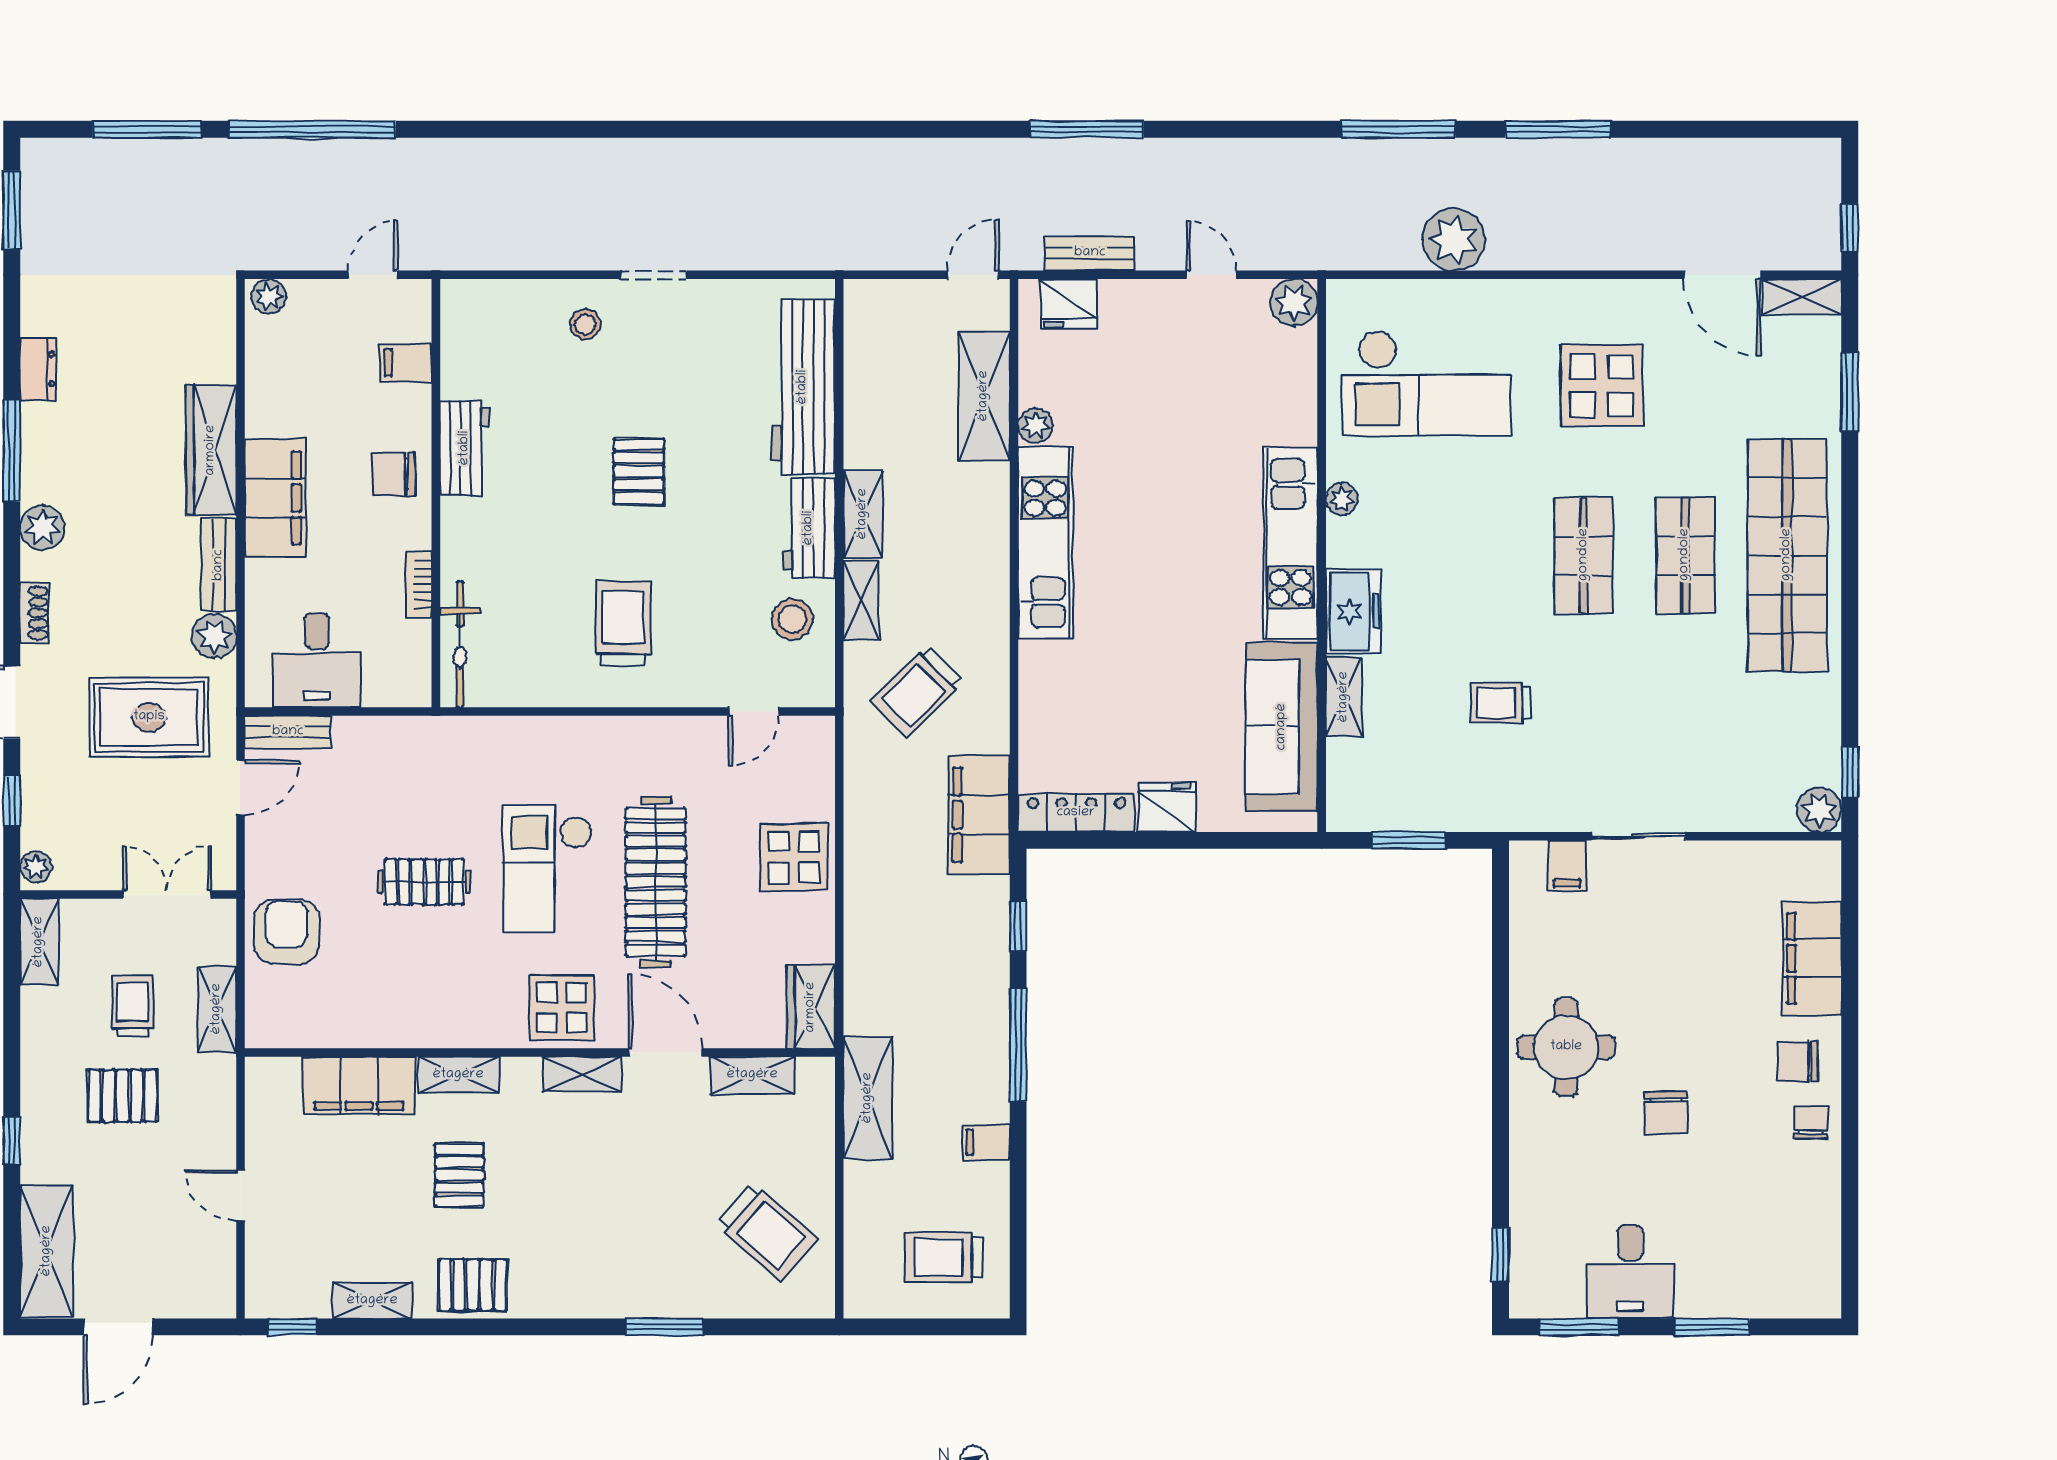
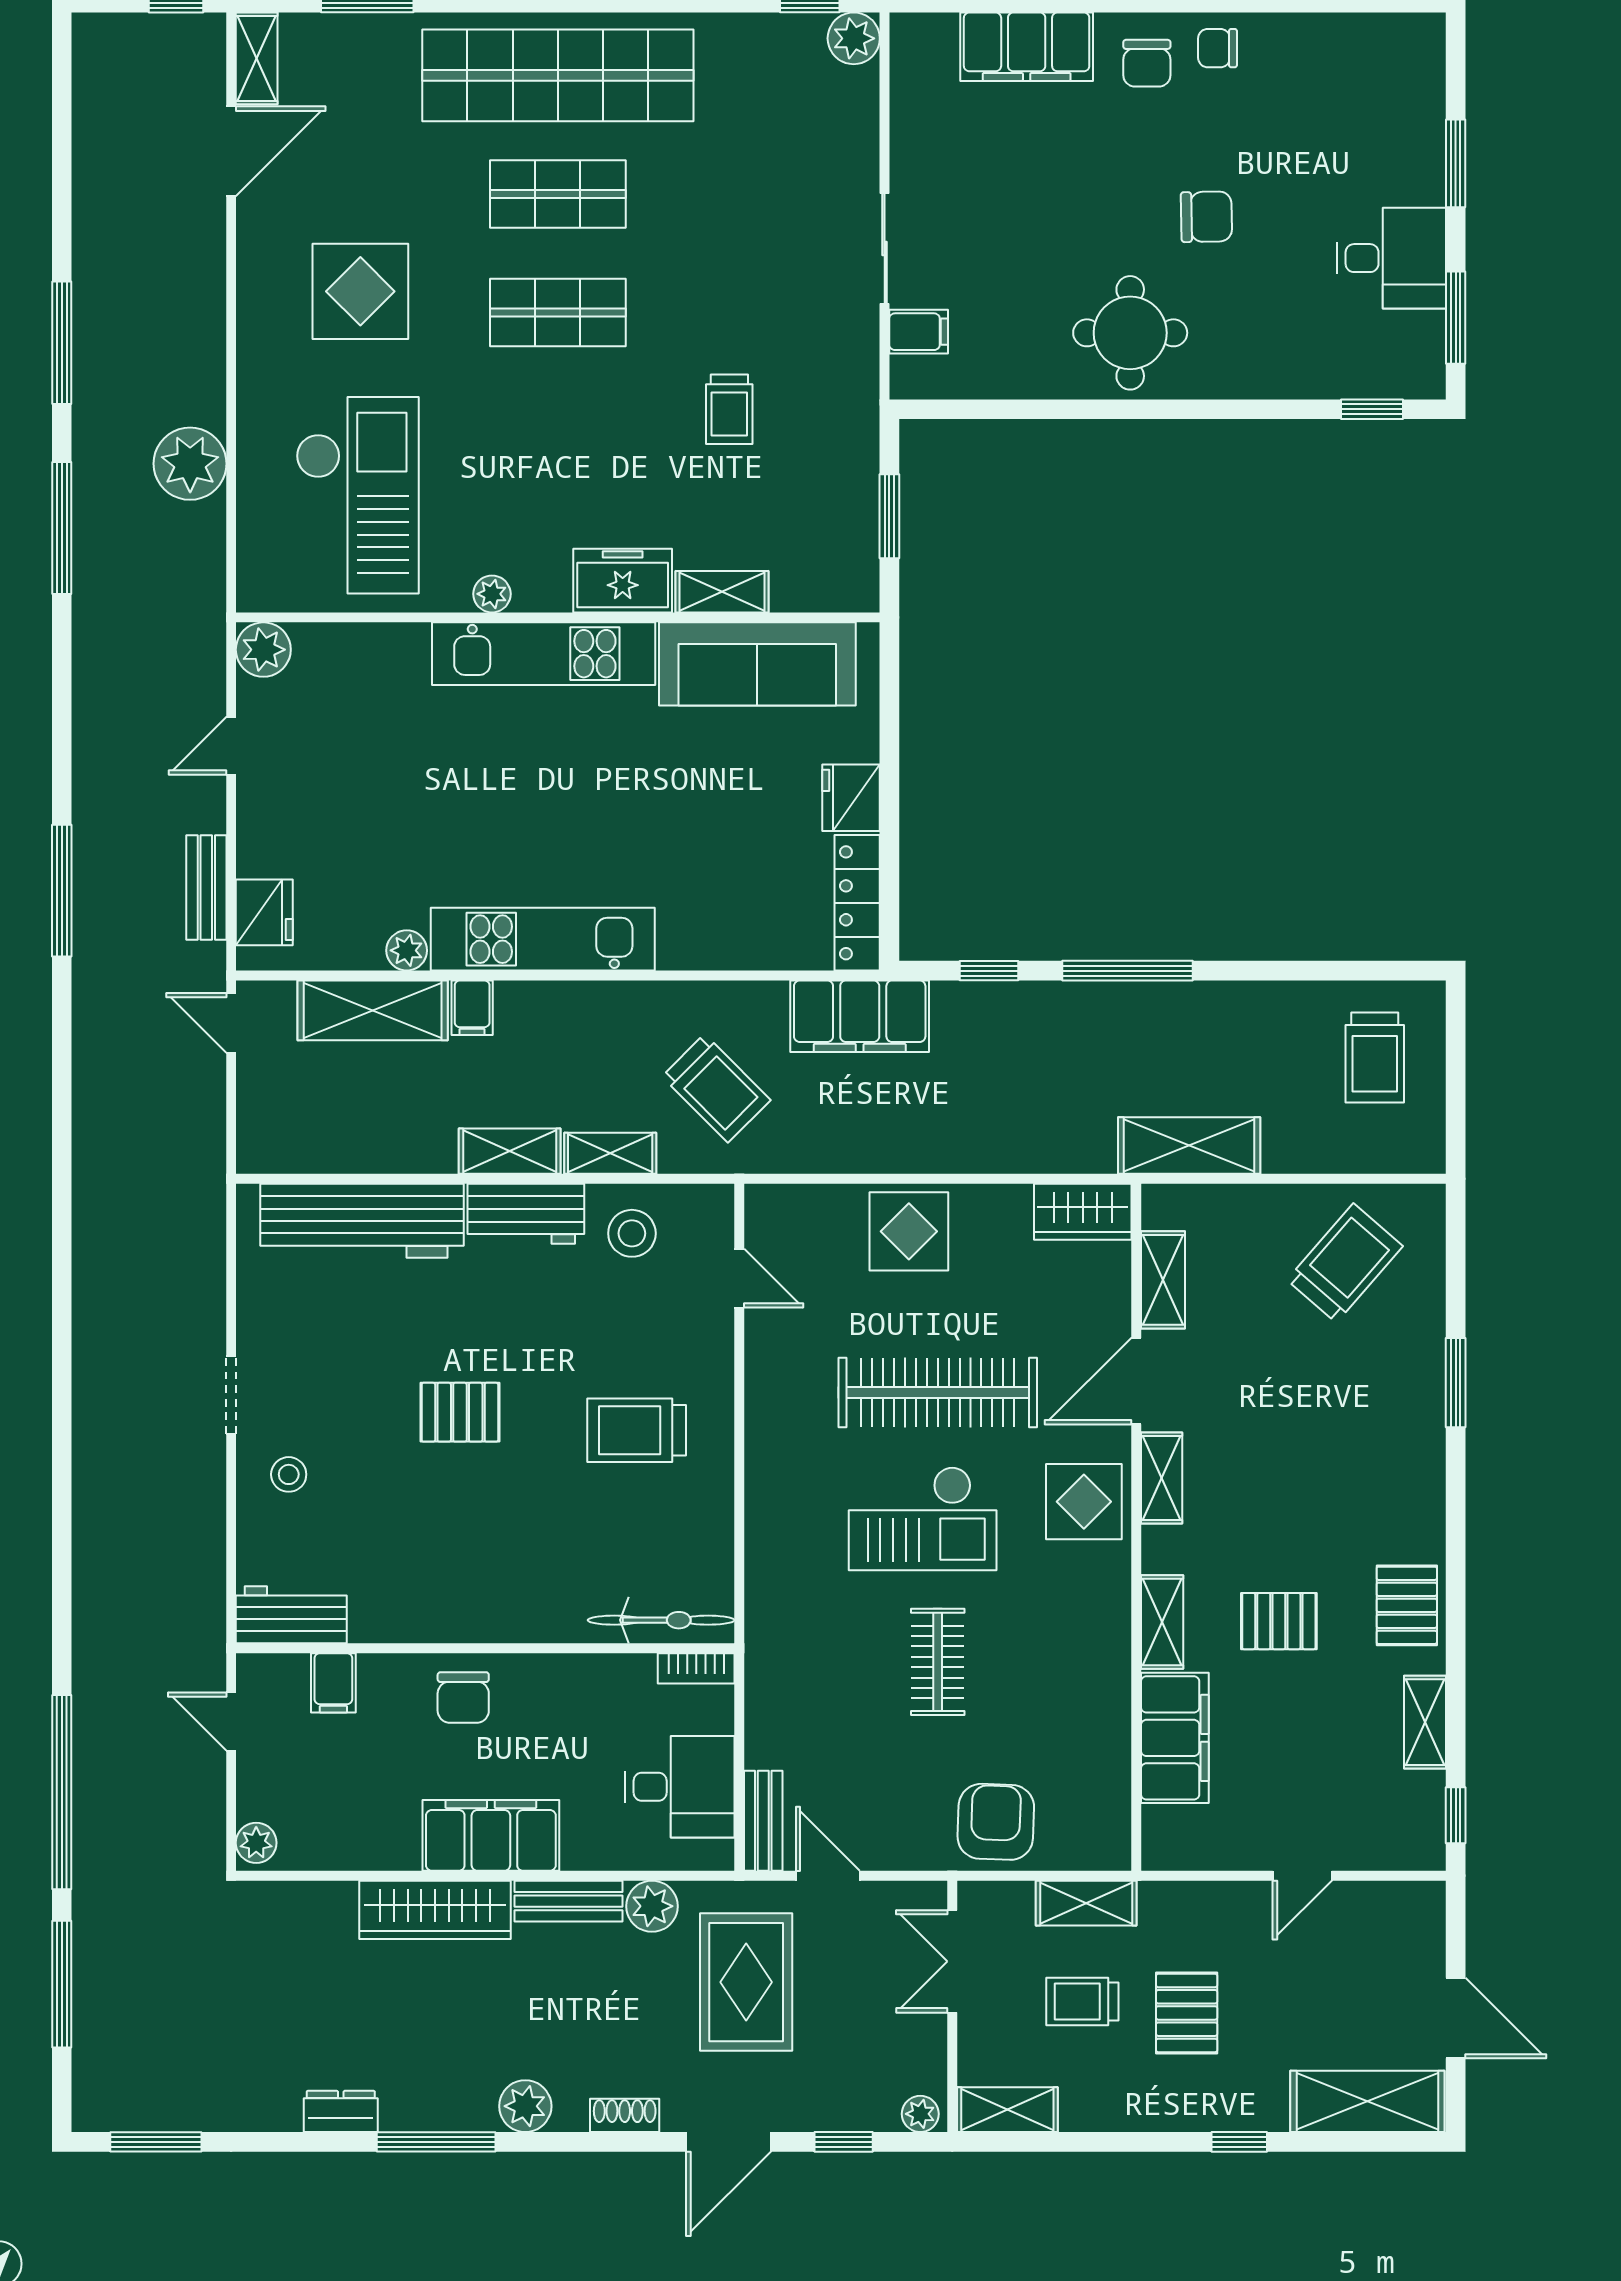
workbench: (465, 448) -> (291, 1615), moved
bookcase: (419, 585) -> (696, 1668), moved
armchair: (287, 932) -> (996, 1822), turned 92
filing cabinet: (986, 1142) -> (472, 1008), moved

